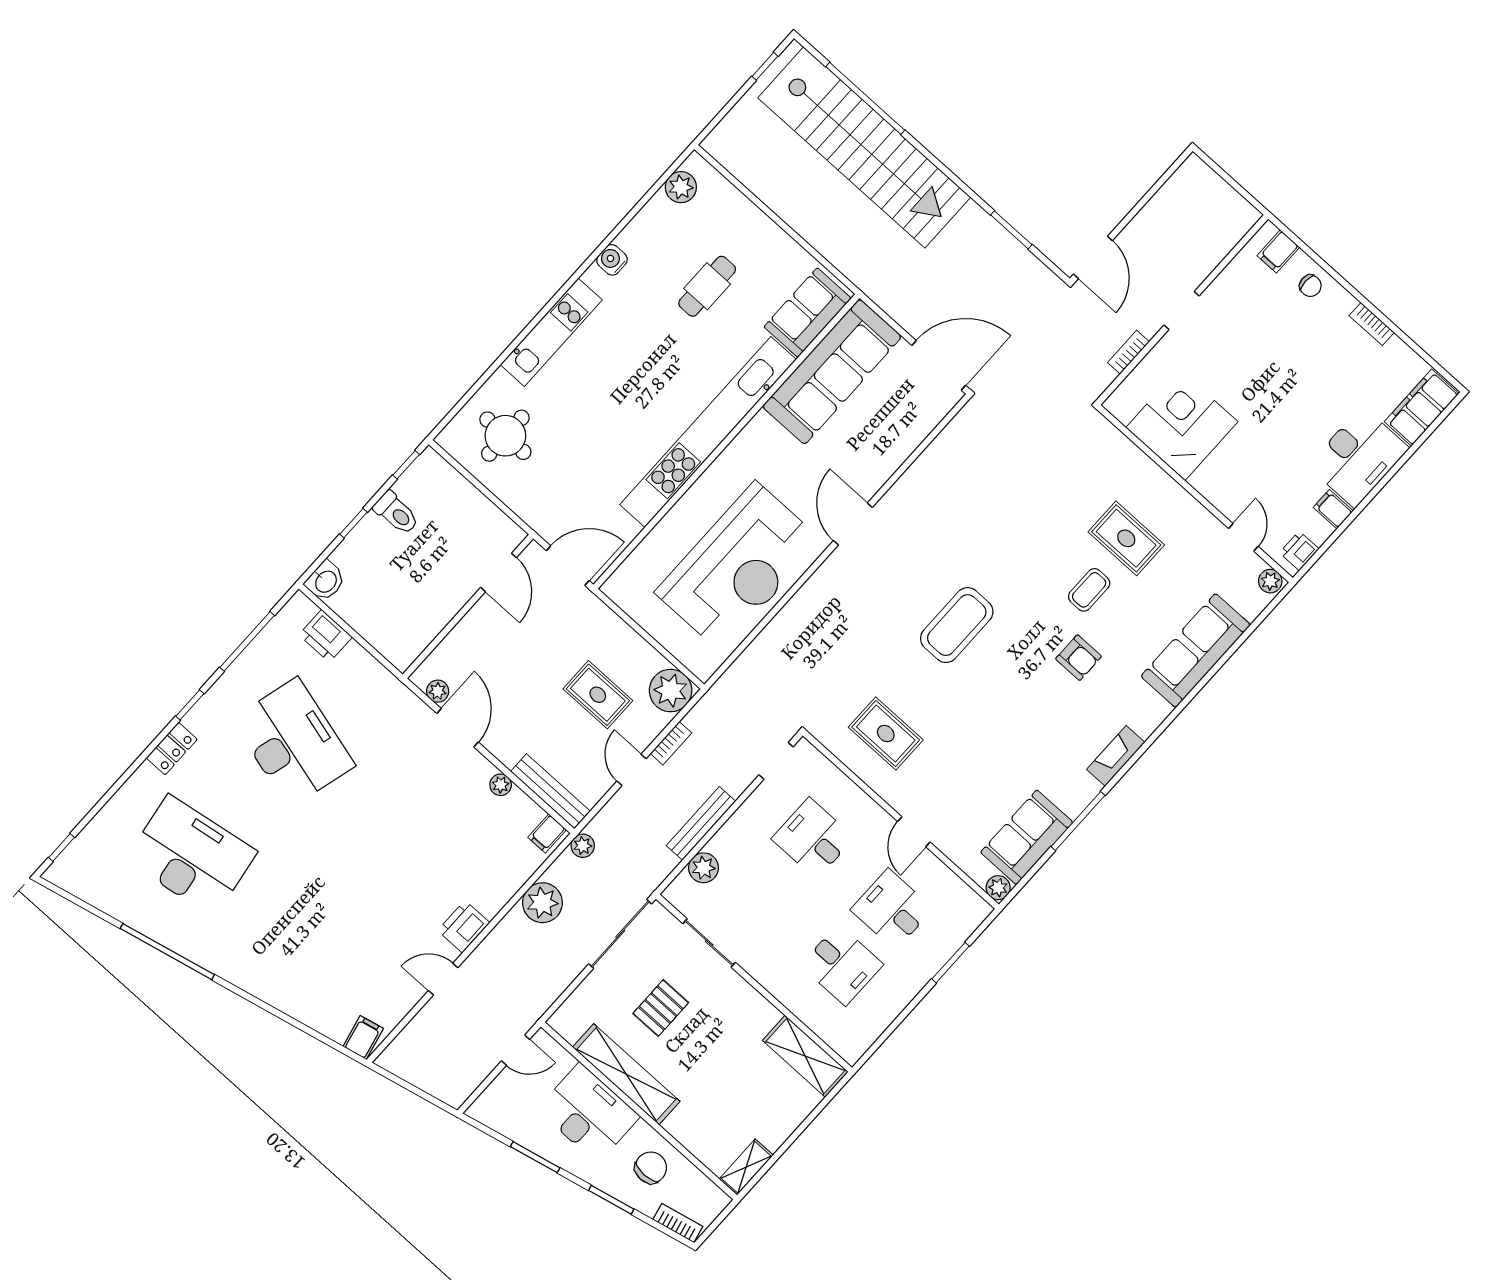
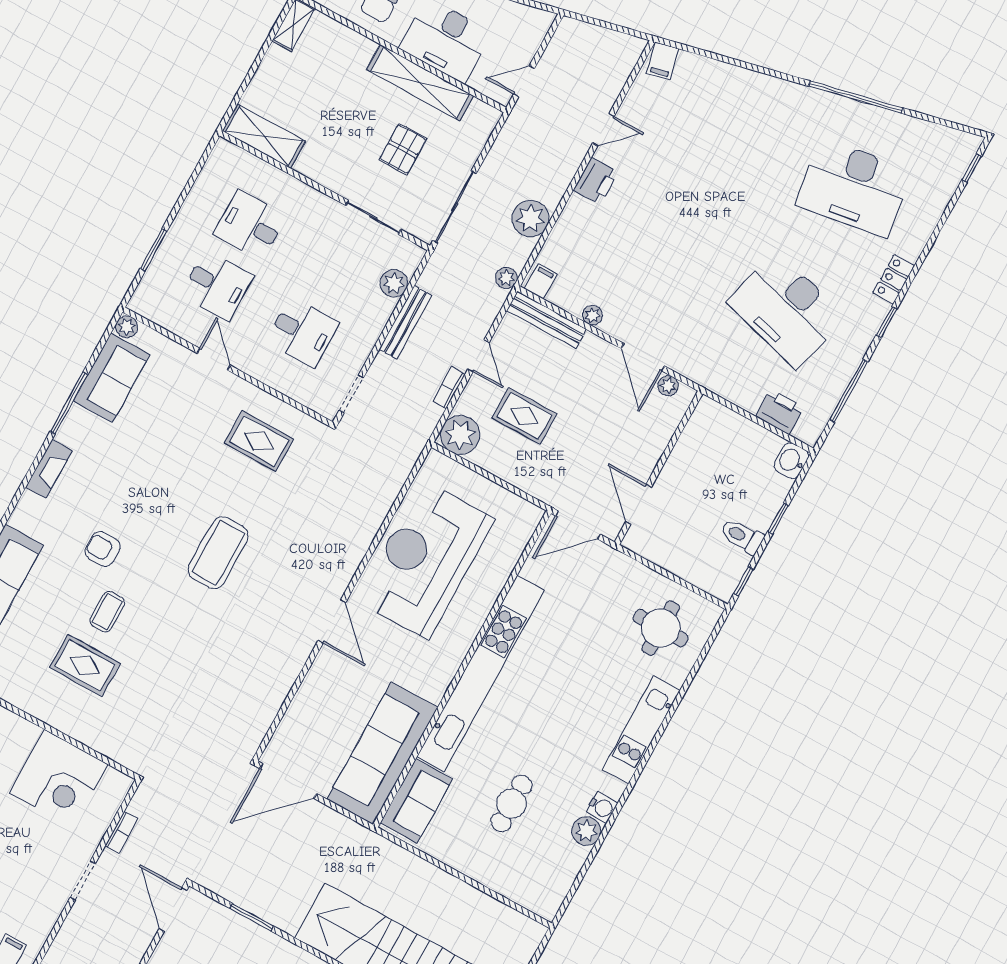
plant: (681, 187) -> (586, 831), moved

